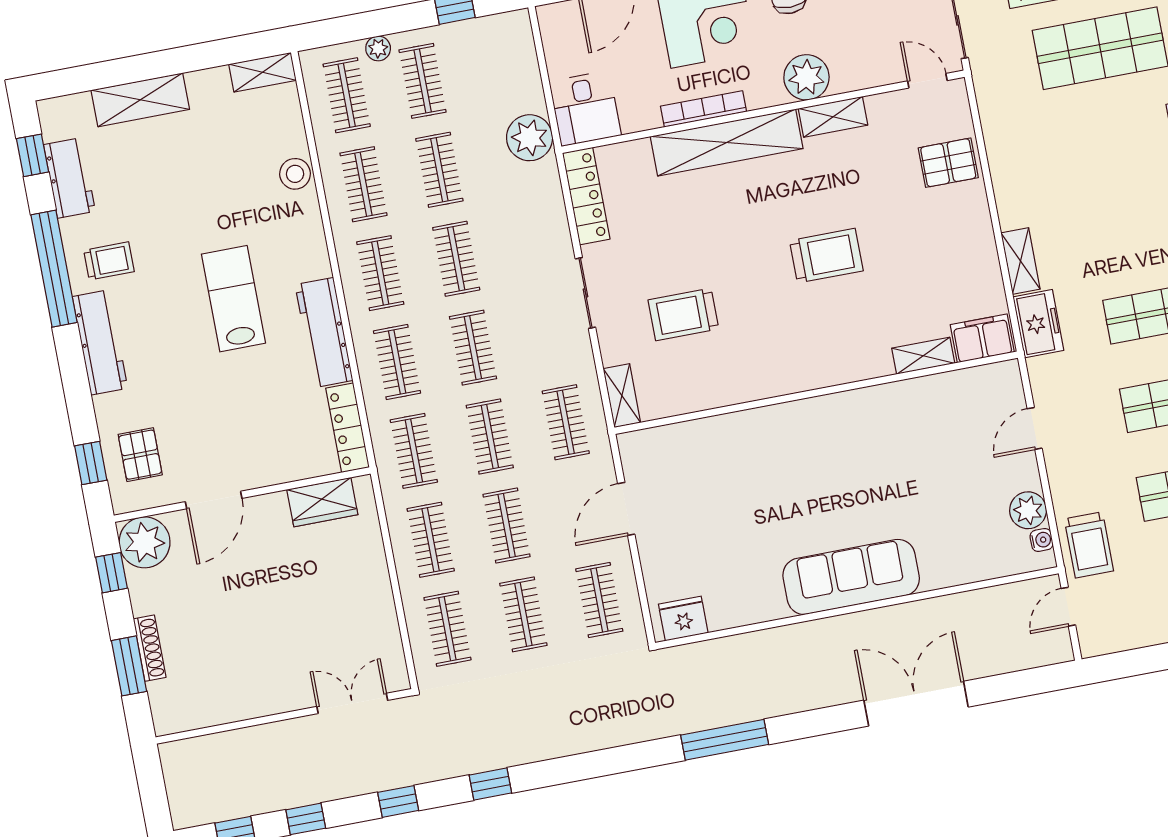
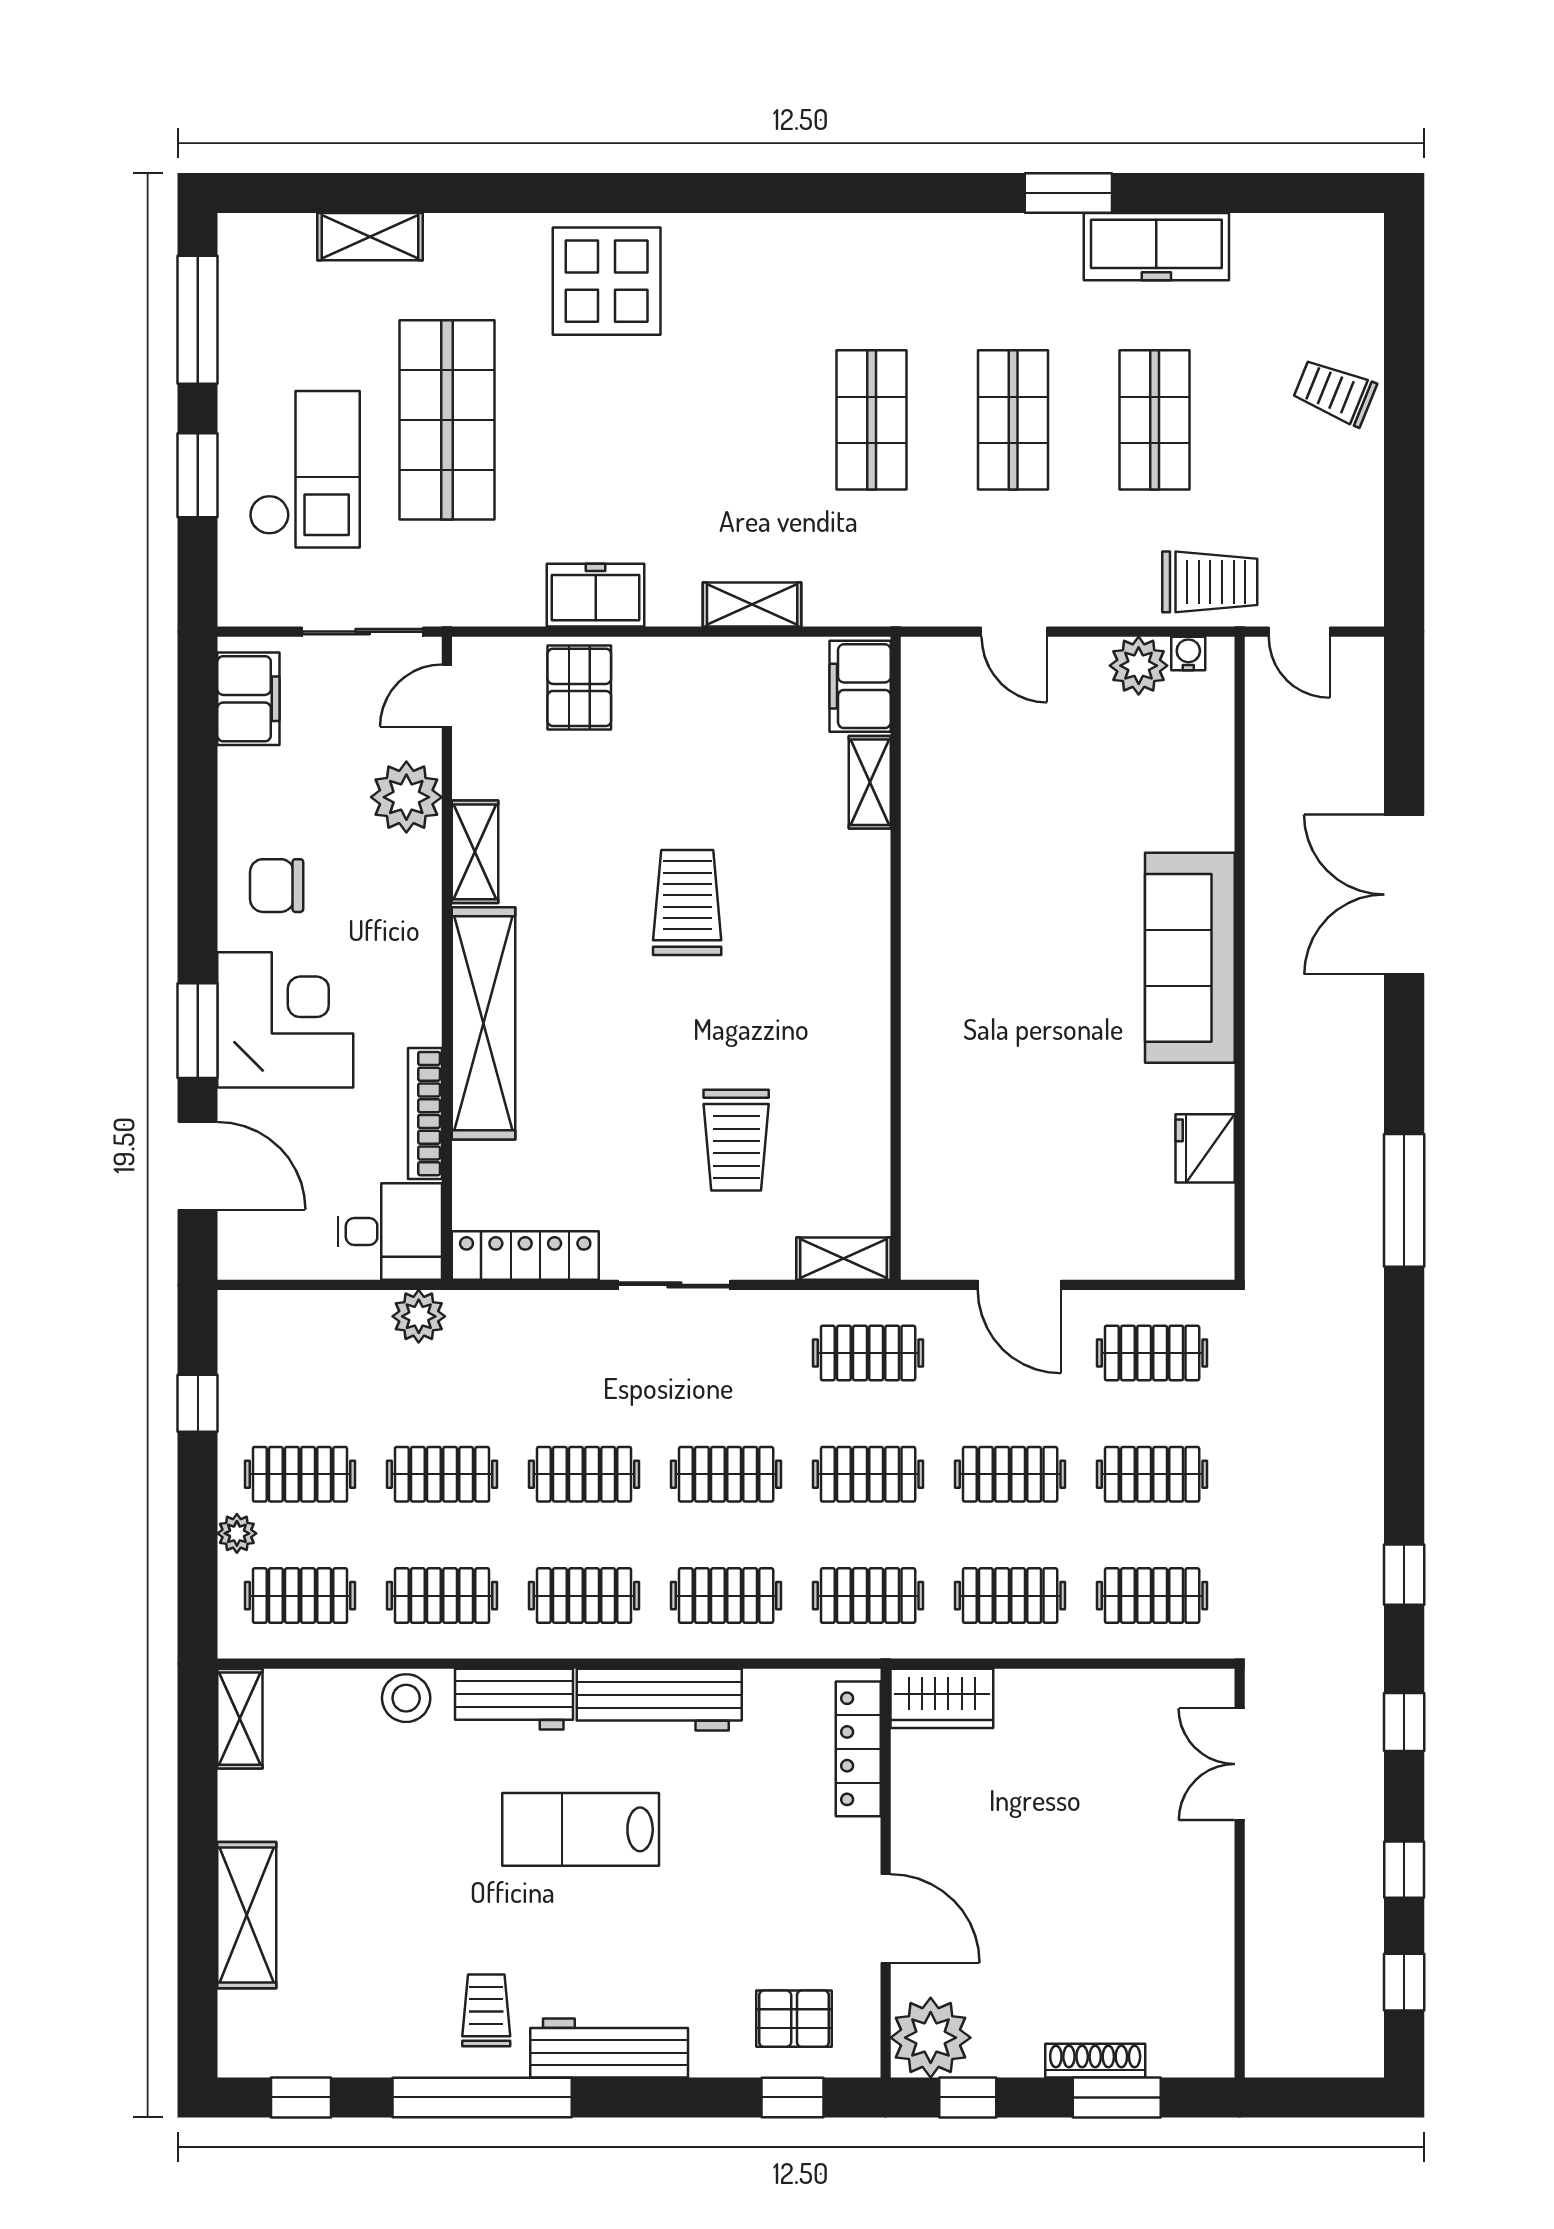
plant: (806, 77) -> (406, 797), moved
bookcase: (703, 109) -> (425, 1114), moved
plant: (530, 138) -> (419, 1316), width x0.73, depth x0.73
workbench: (69, 178) -> (514, 1699), moved, turned 180
freezer: (1038, 324) -> (596, 595), moved
locker: (348, 428) -> (858, 1749), moved, turned 90
wardrobe: (322, 502) -> (942, 1698), moved, turned 90
fridge: (683, 619) -> (1205, 1148), moved

